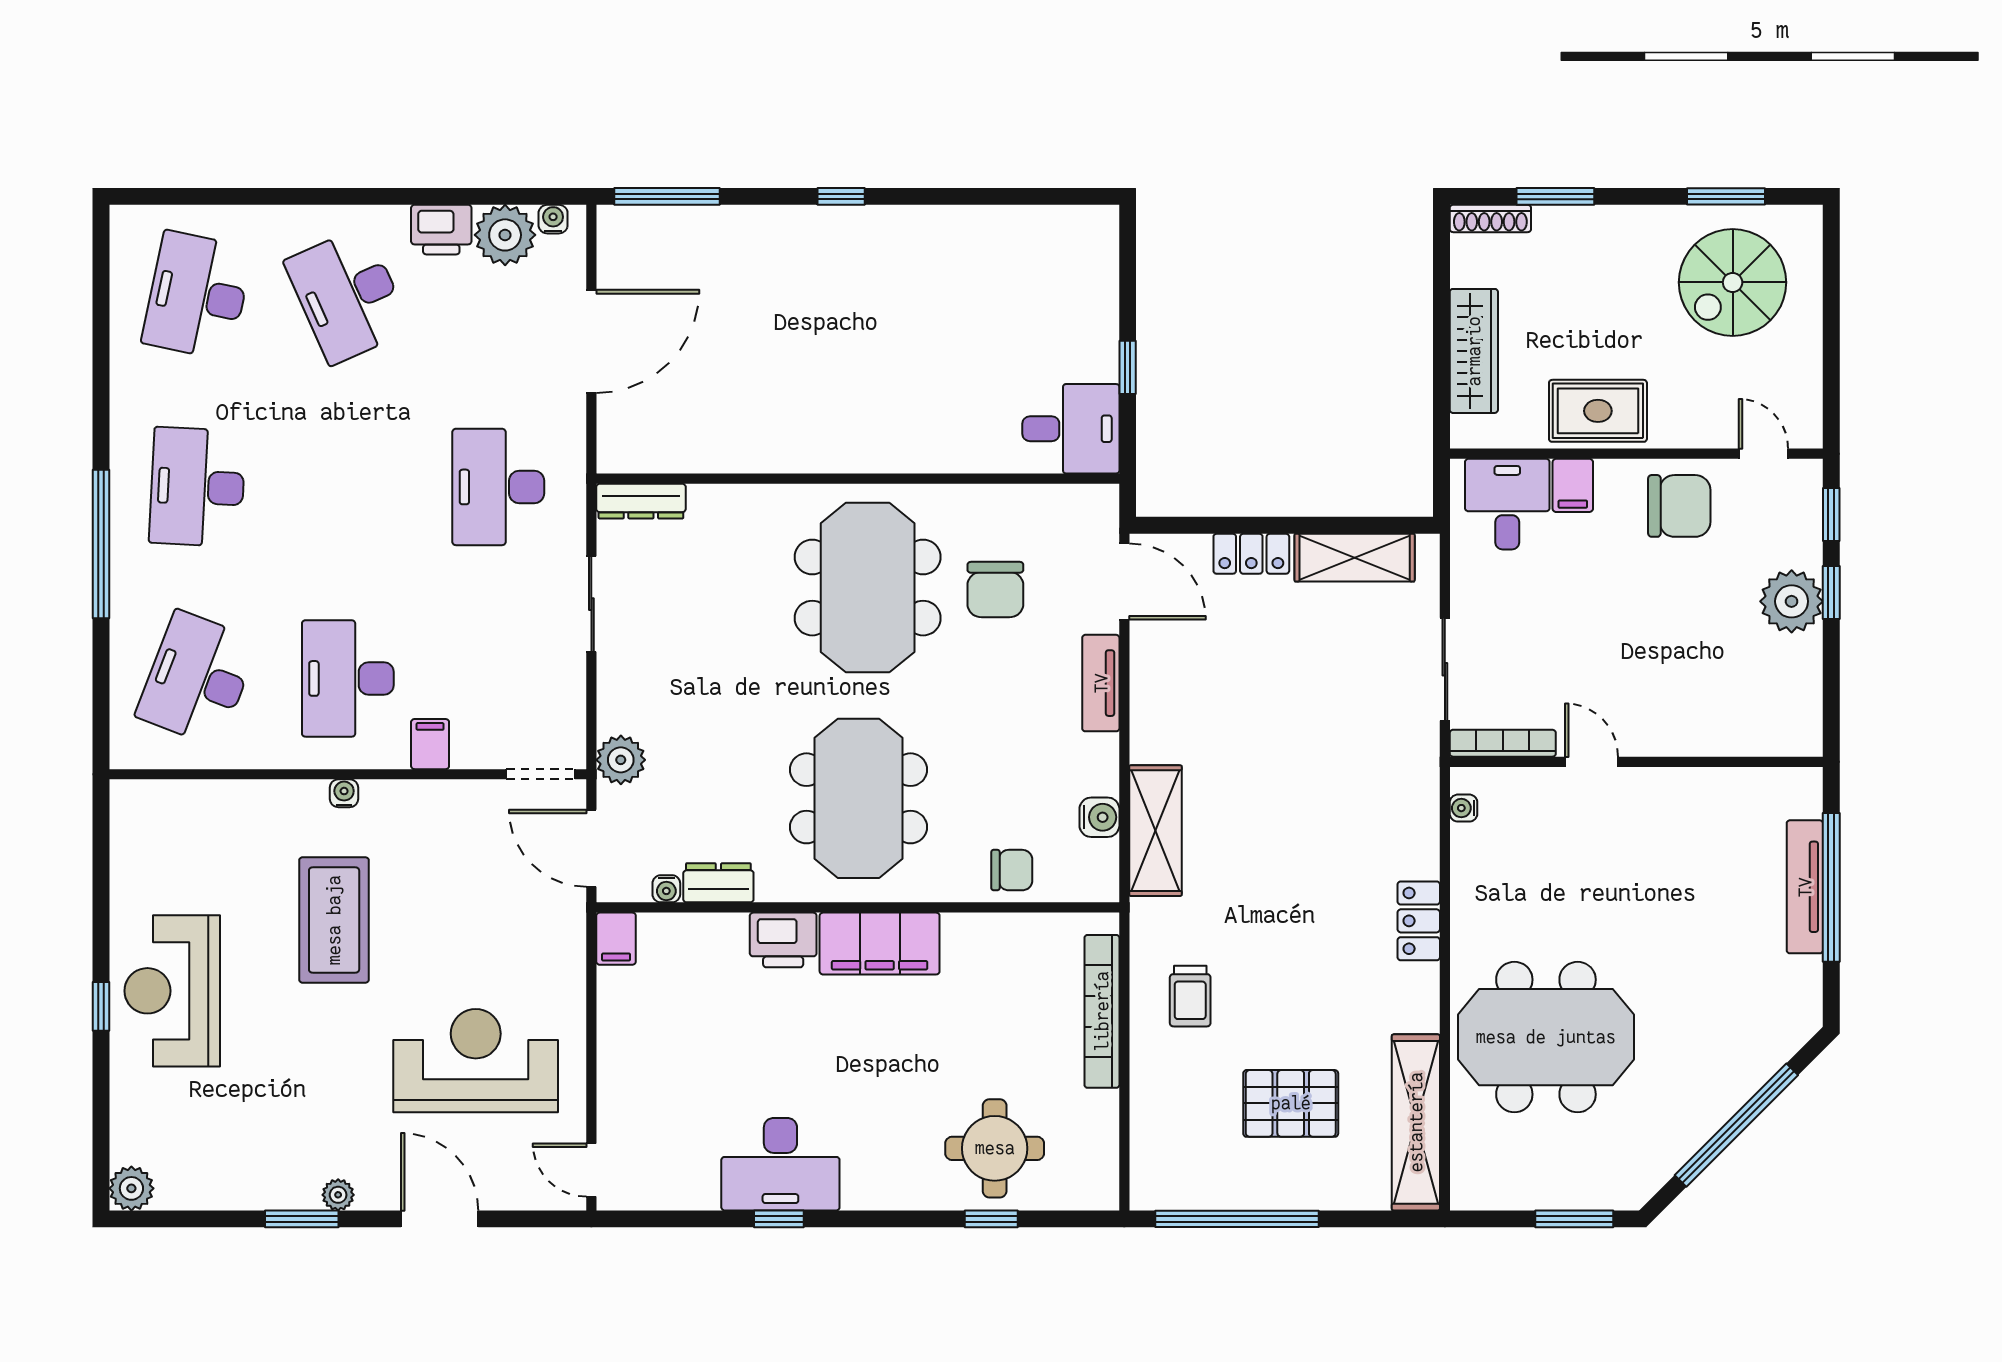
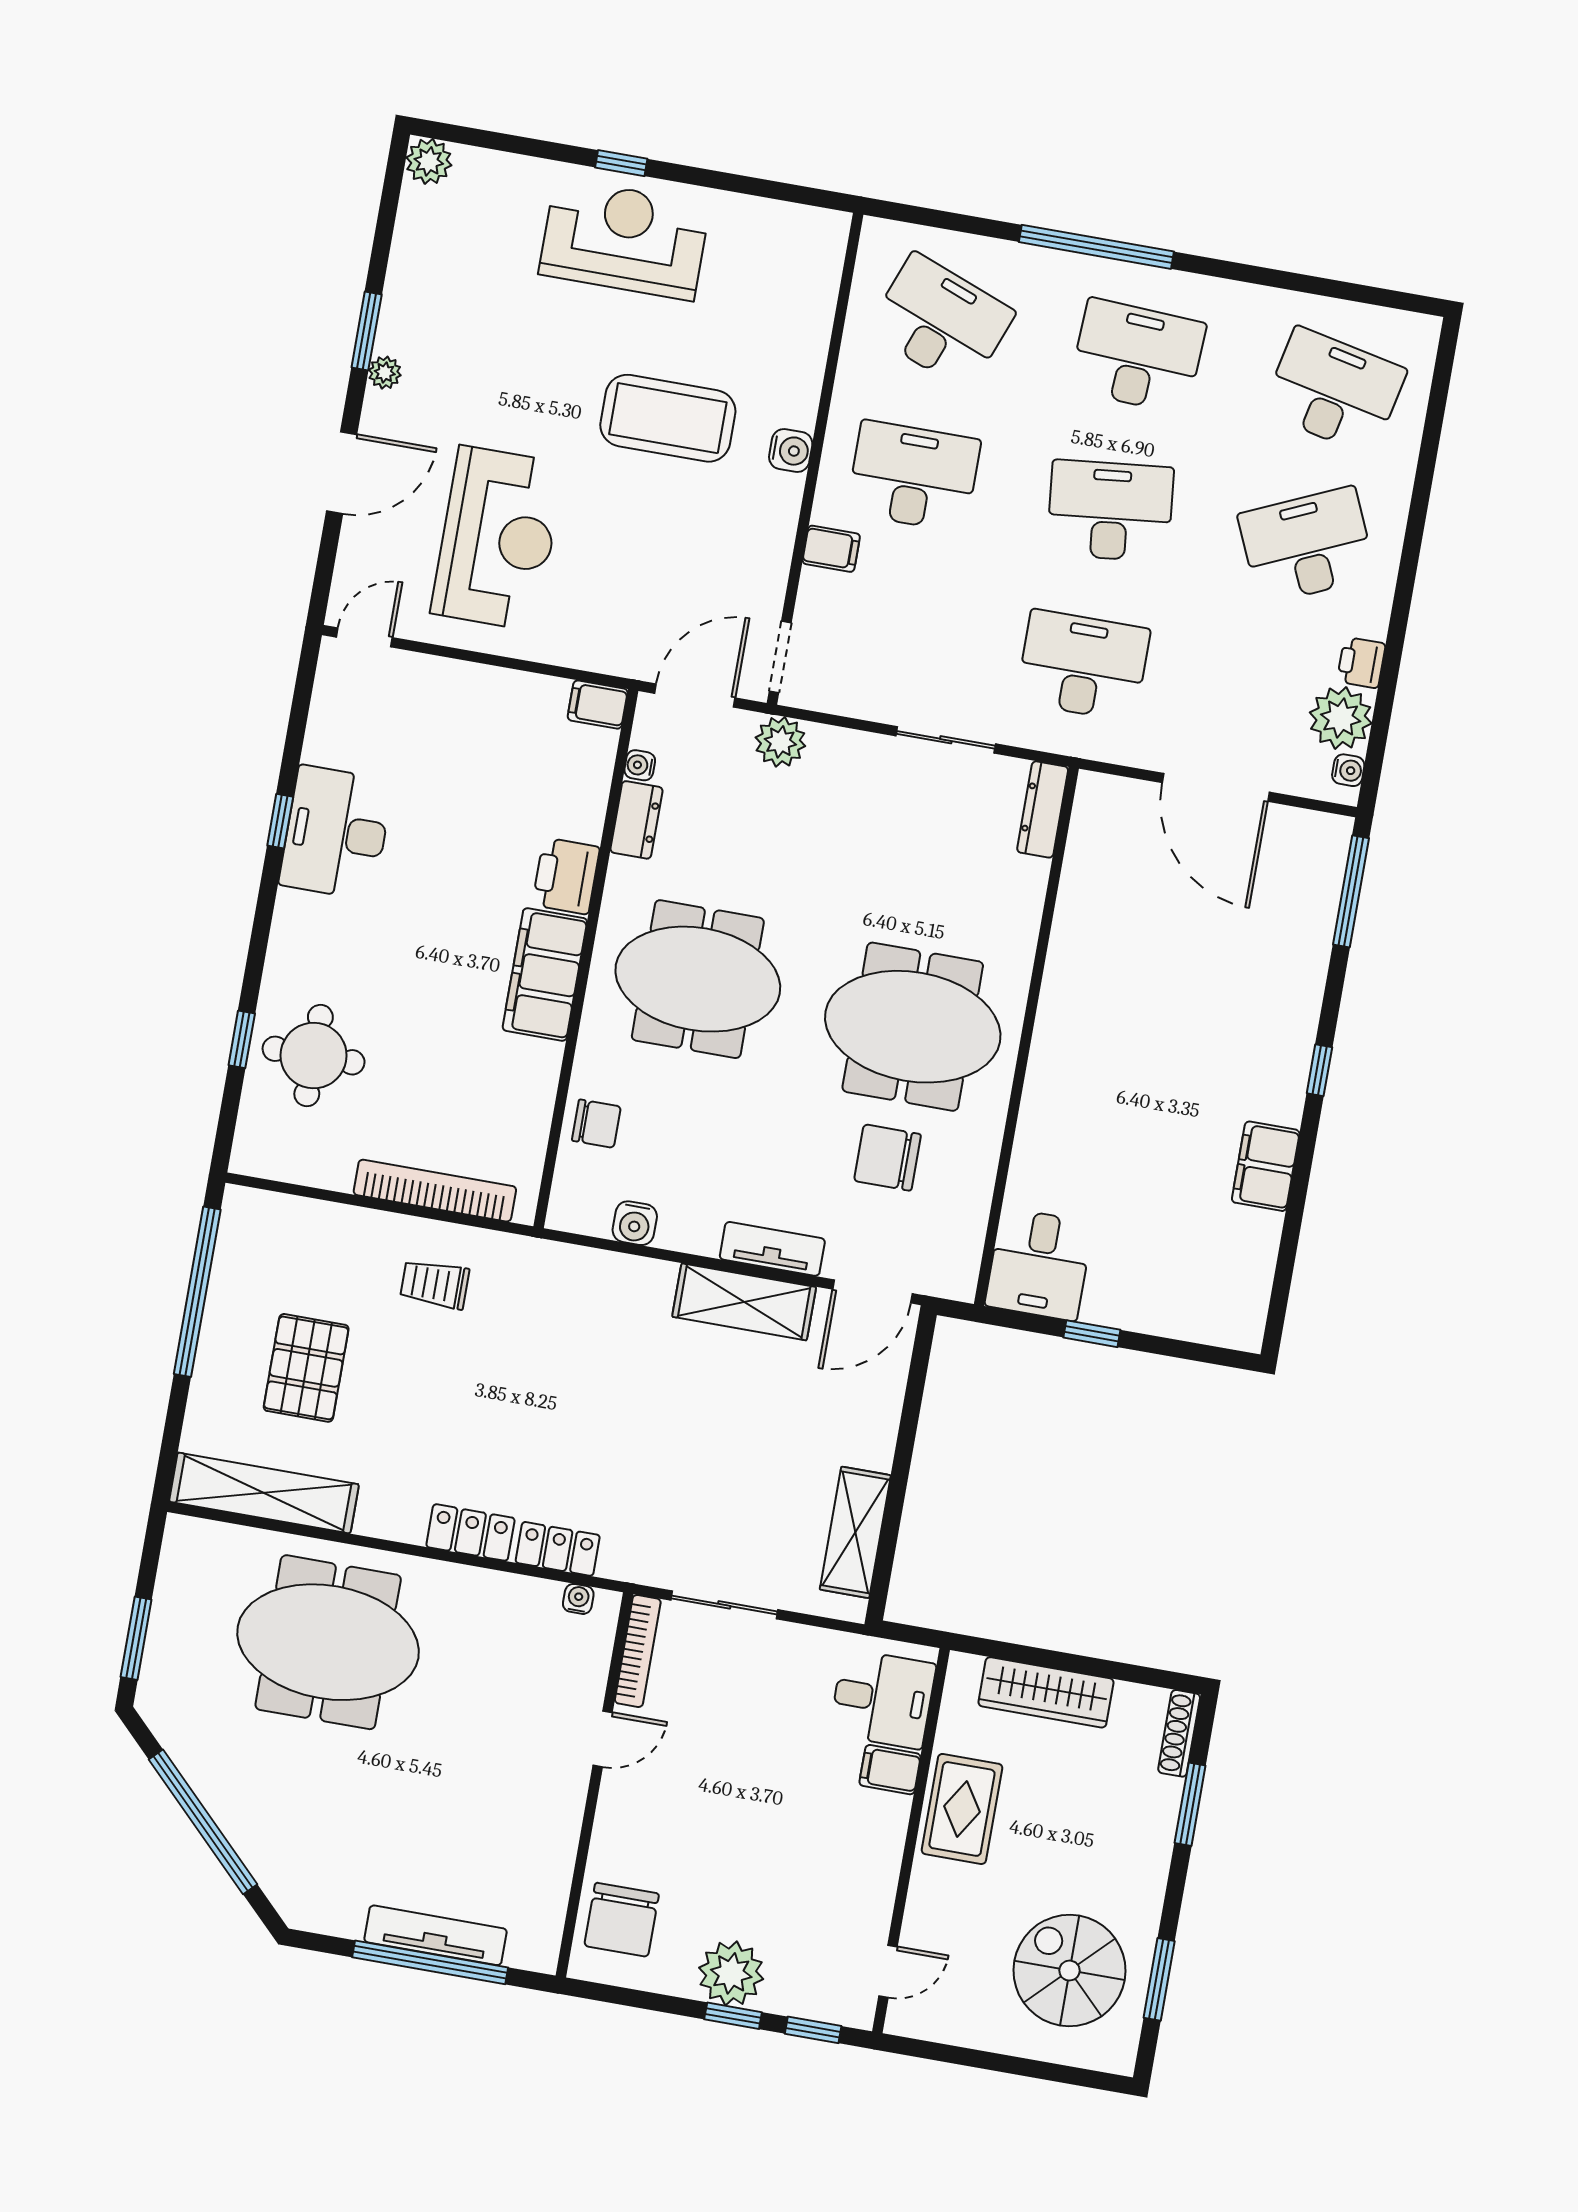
printer: (441, 230) -> (1361, 663), width x0.73, depth x0.81
filing cabinet: (941, 231) -> (1266, 1166), added
desk: (348, 487) -> (1110, 511), added
chair: (1679, 506) -> (622, 1920), moved
locker: (1251, 554) -> (558, 1549), moved, turned 90
water cooler: (344, 793) -> (791, 450), width x1.38, depth x1.38
shelving: (1155, 831) -> (744, 1302), moved
chair: (1012, 870) -> (596, 1124), turned -90
meeting table: (1546, 1037) -> (328, 1642), turned 90

